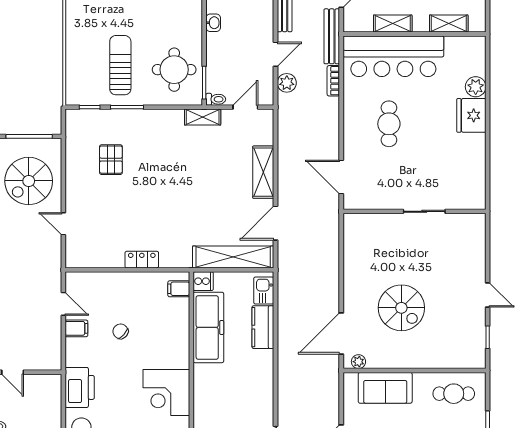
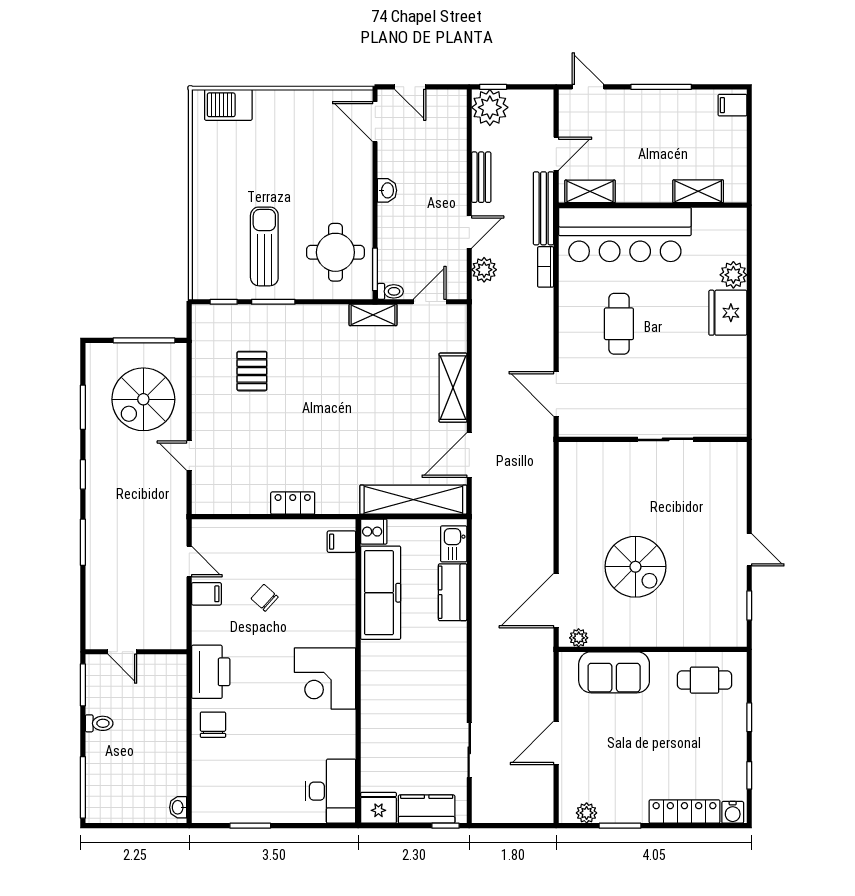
shelving: (393, 24) -> (590, 191), moved

